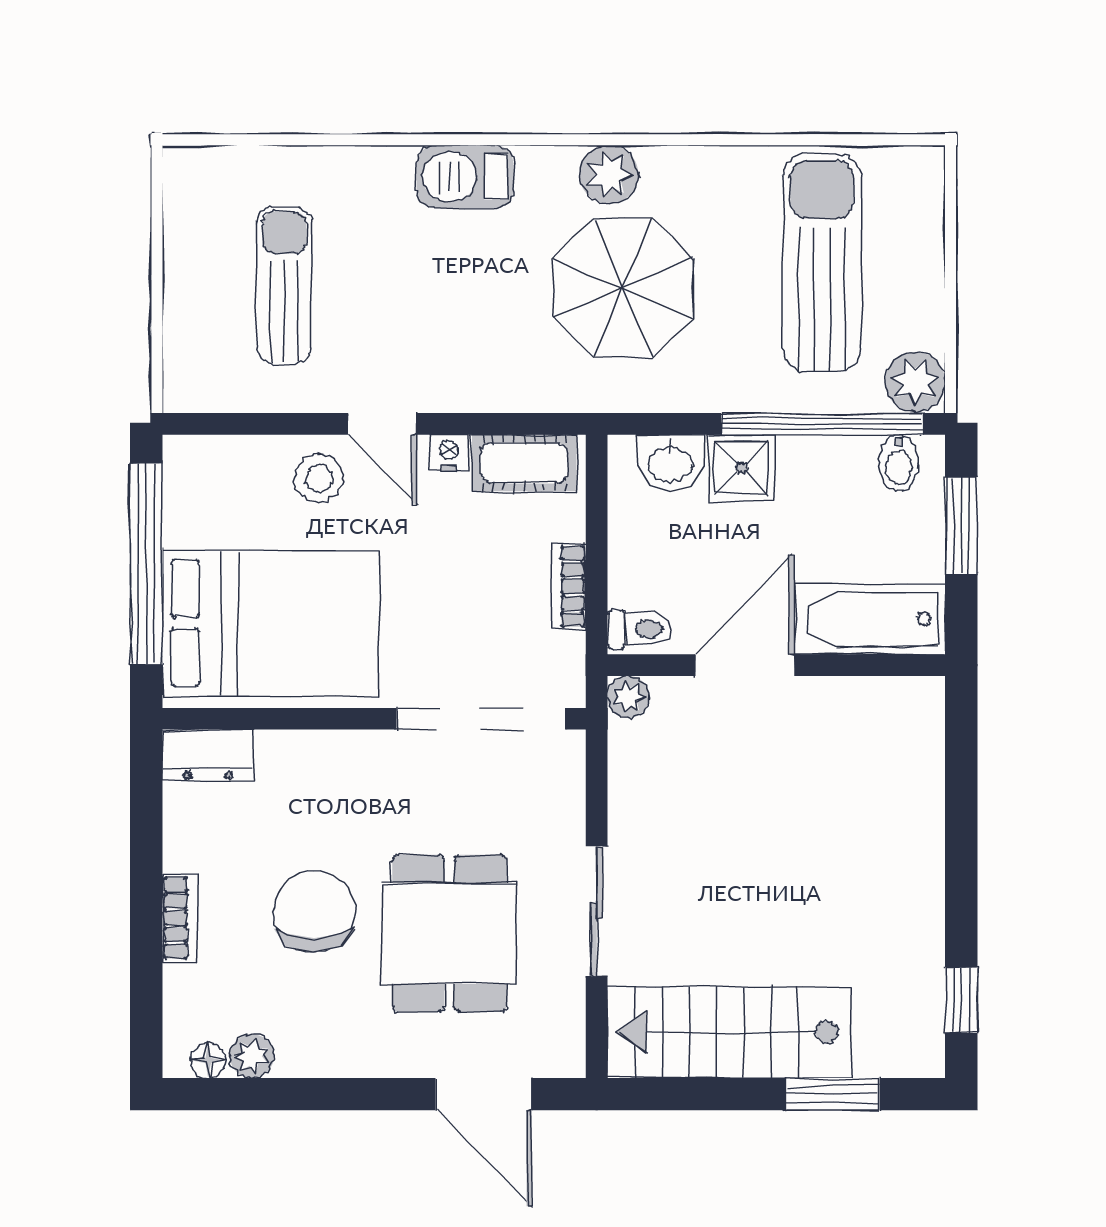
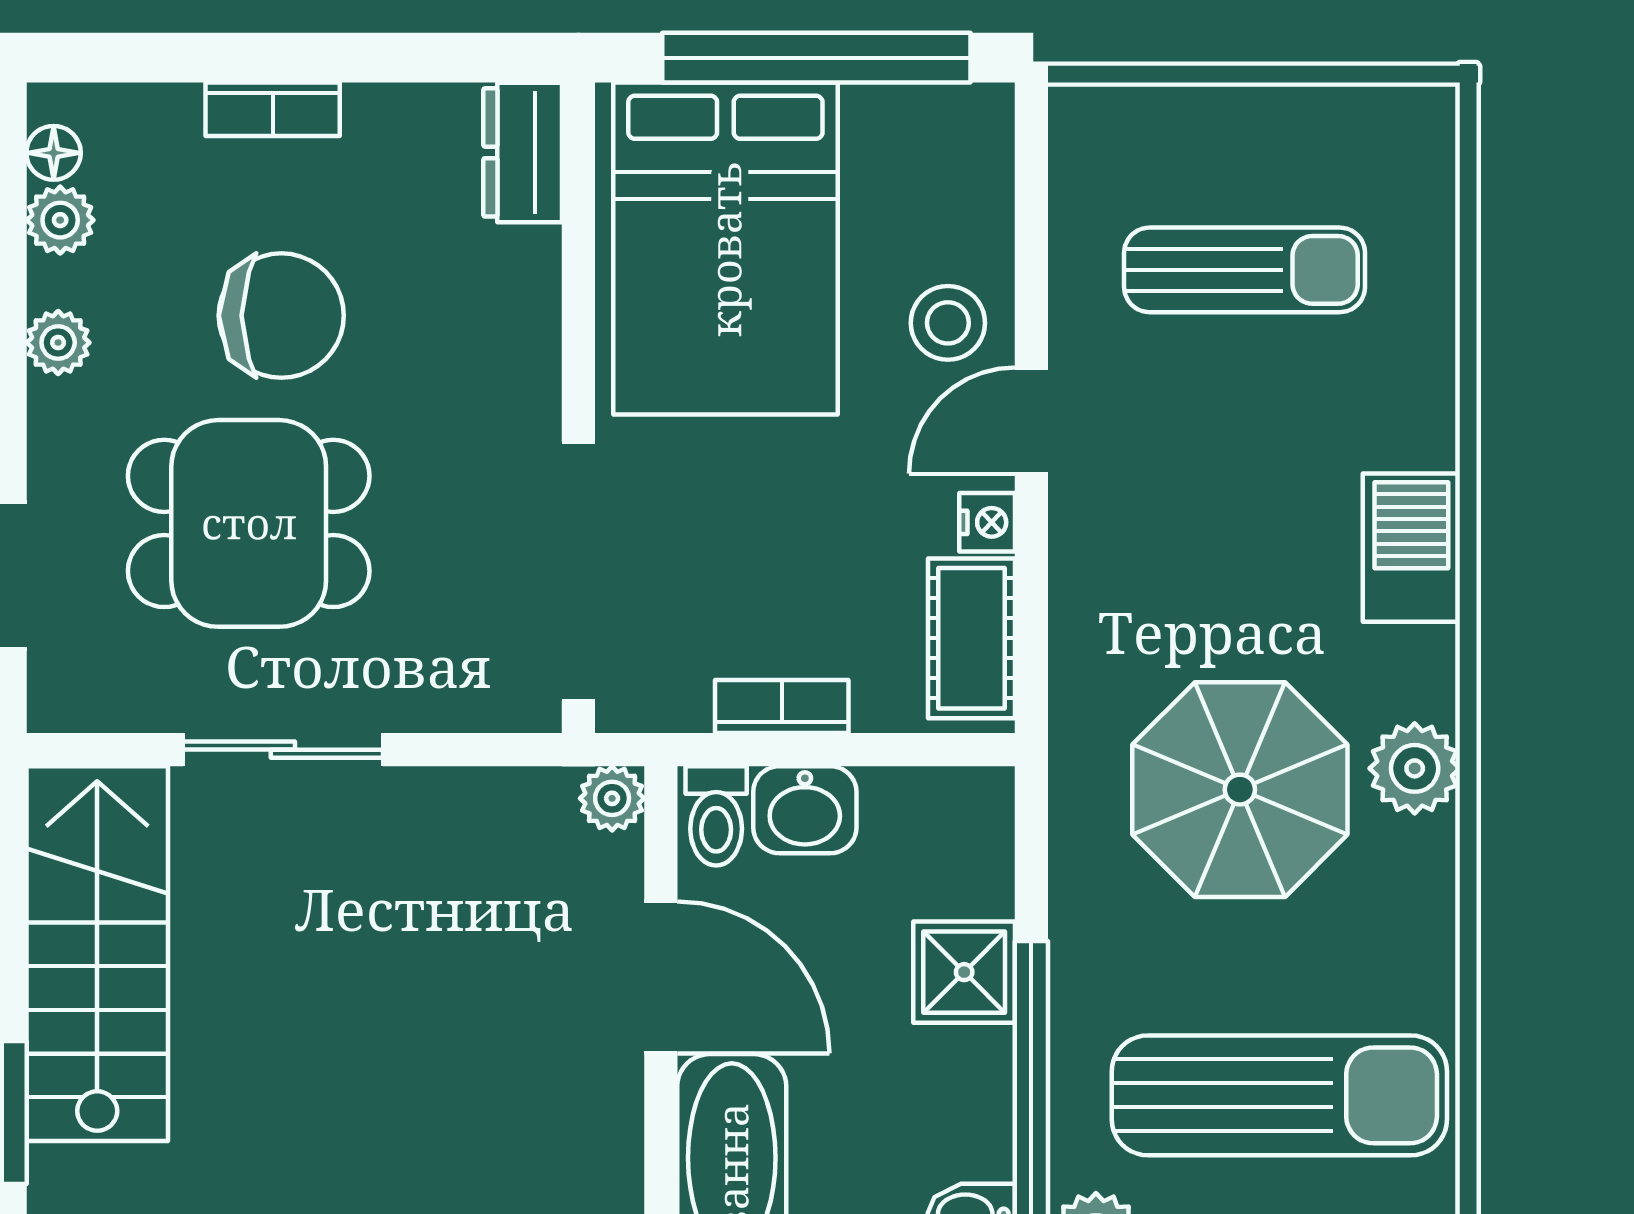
washbasin: (671, 463) -> (805, 810), moved, turned -90
plant: (332, 1057) -> (58, 343), added

